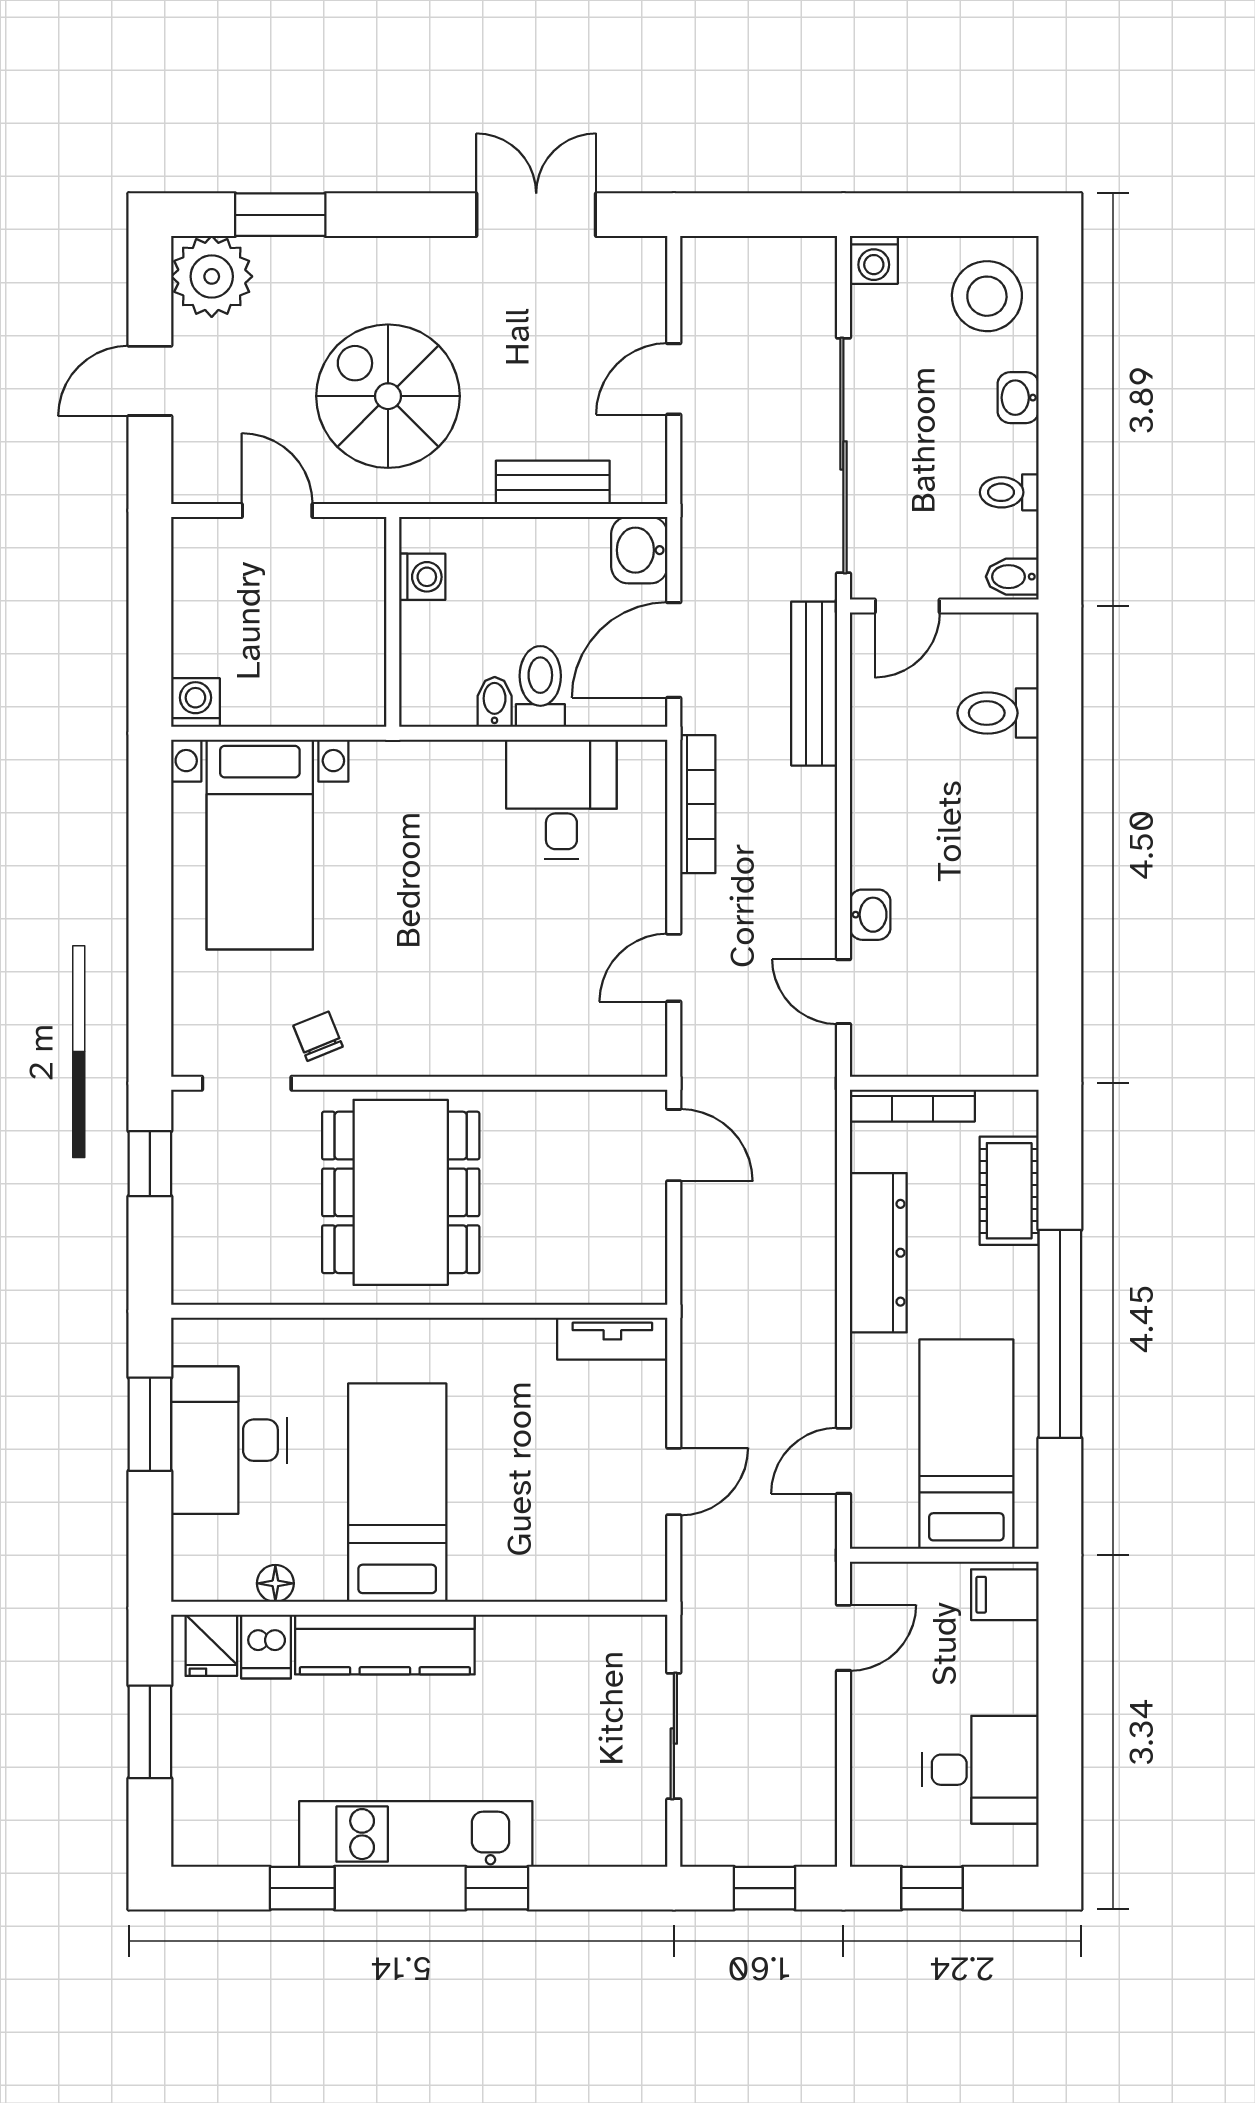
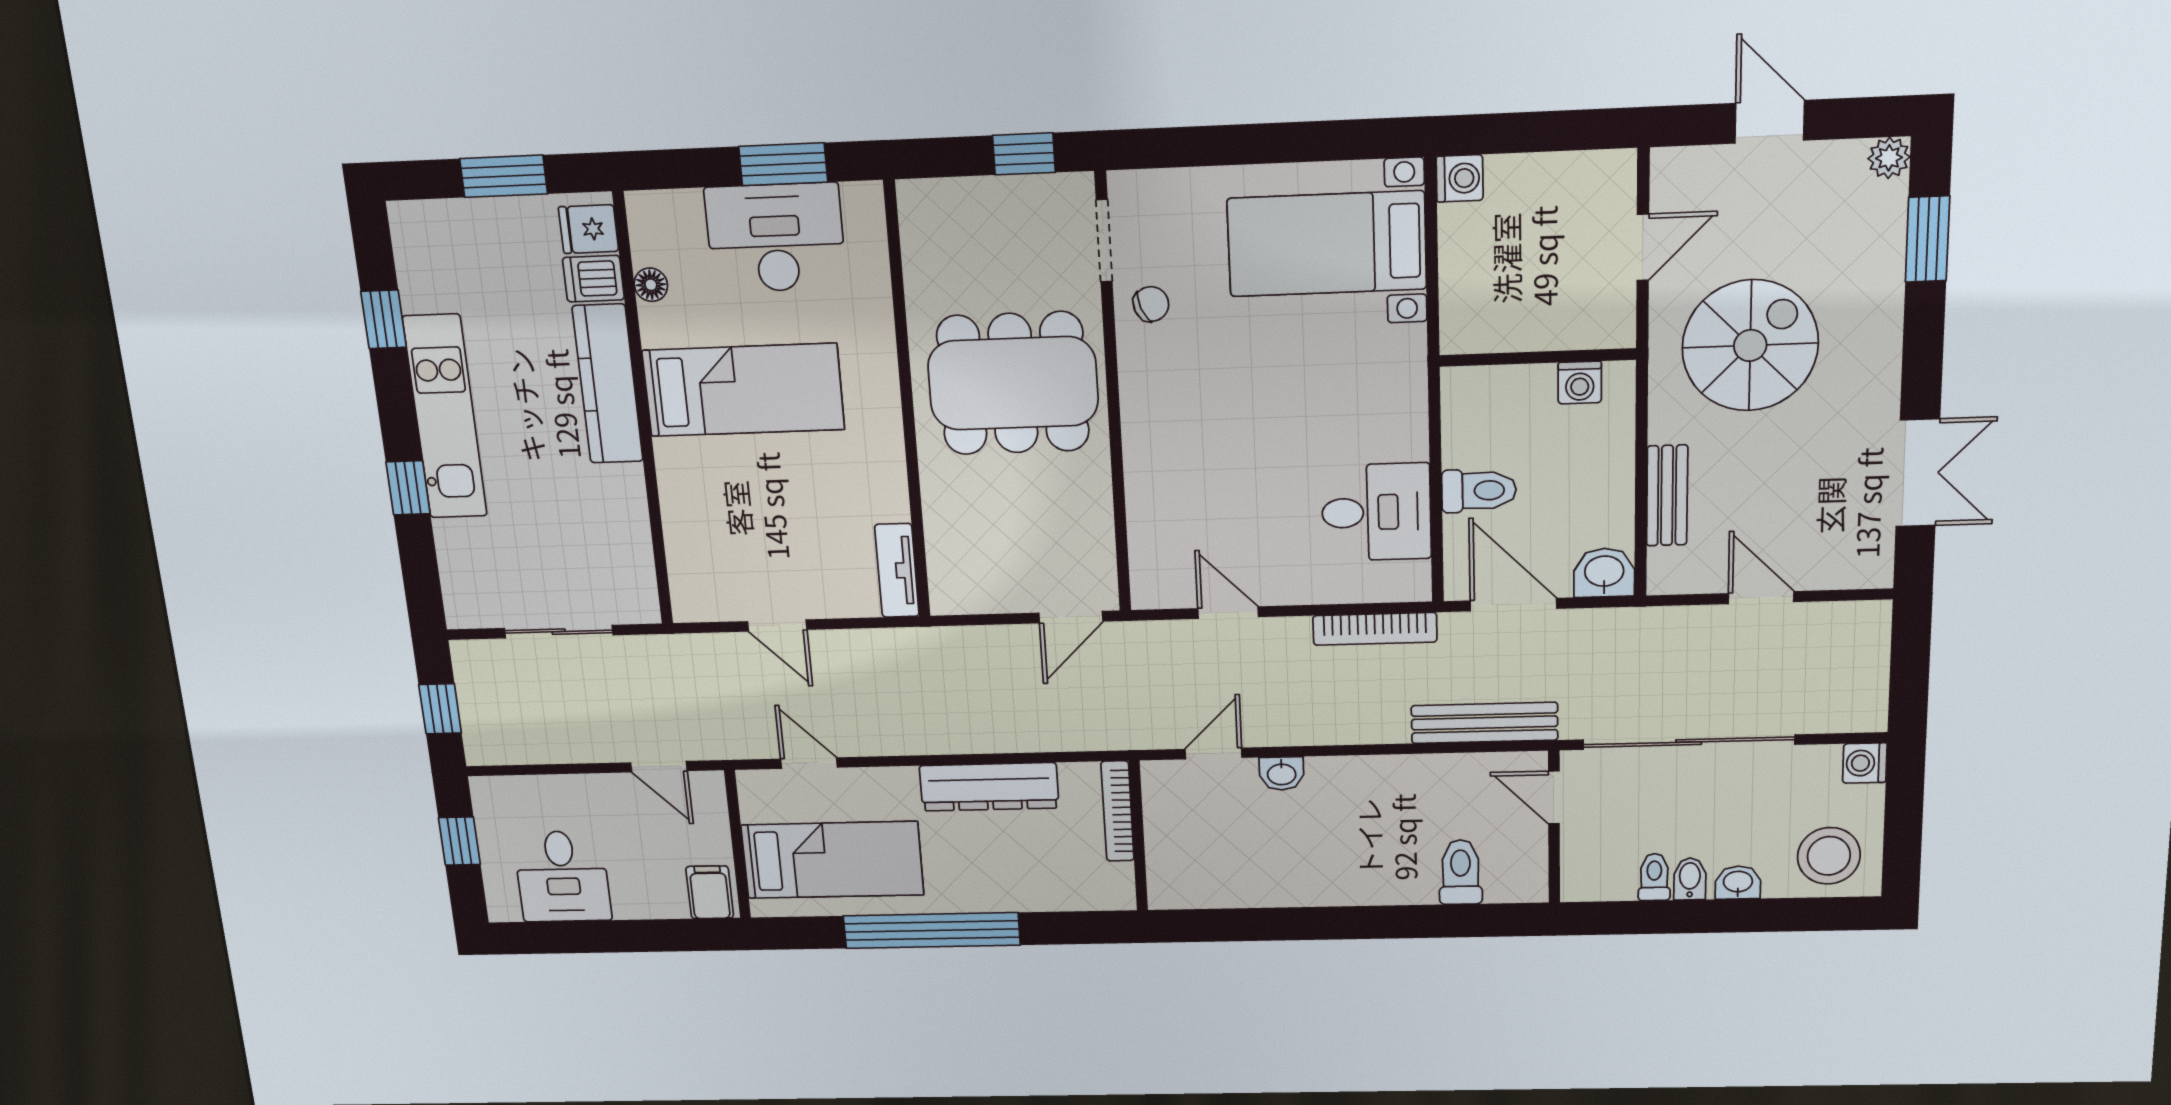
plant: (212, 276) -> (1889, 158), width x0.53, depth x0.53
bidet: (1012, 577) -> (1690, 879), moved
bidet: (495, 702) -> (1464, 451), removed
cot: (1009, 1191) -> (1050, 889), removed

